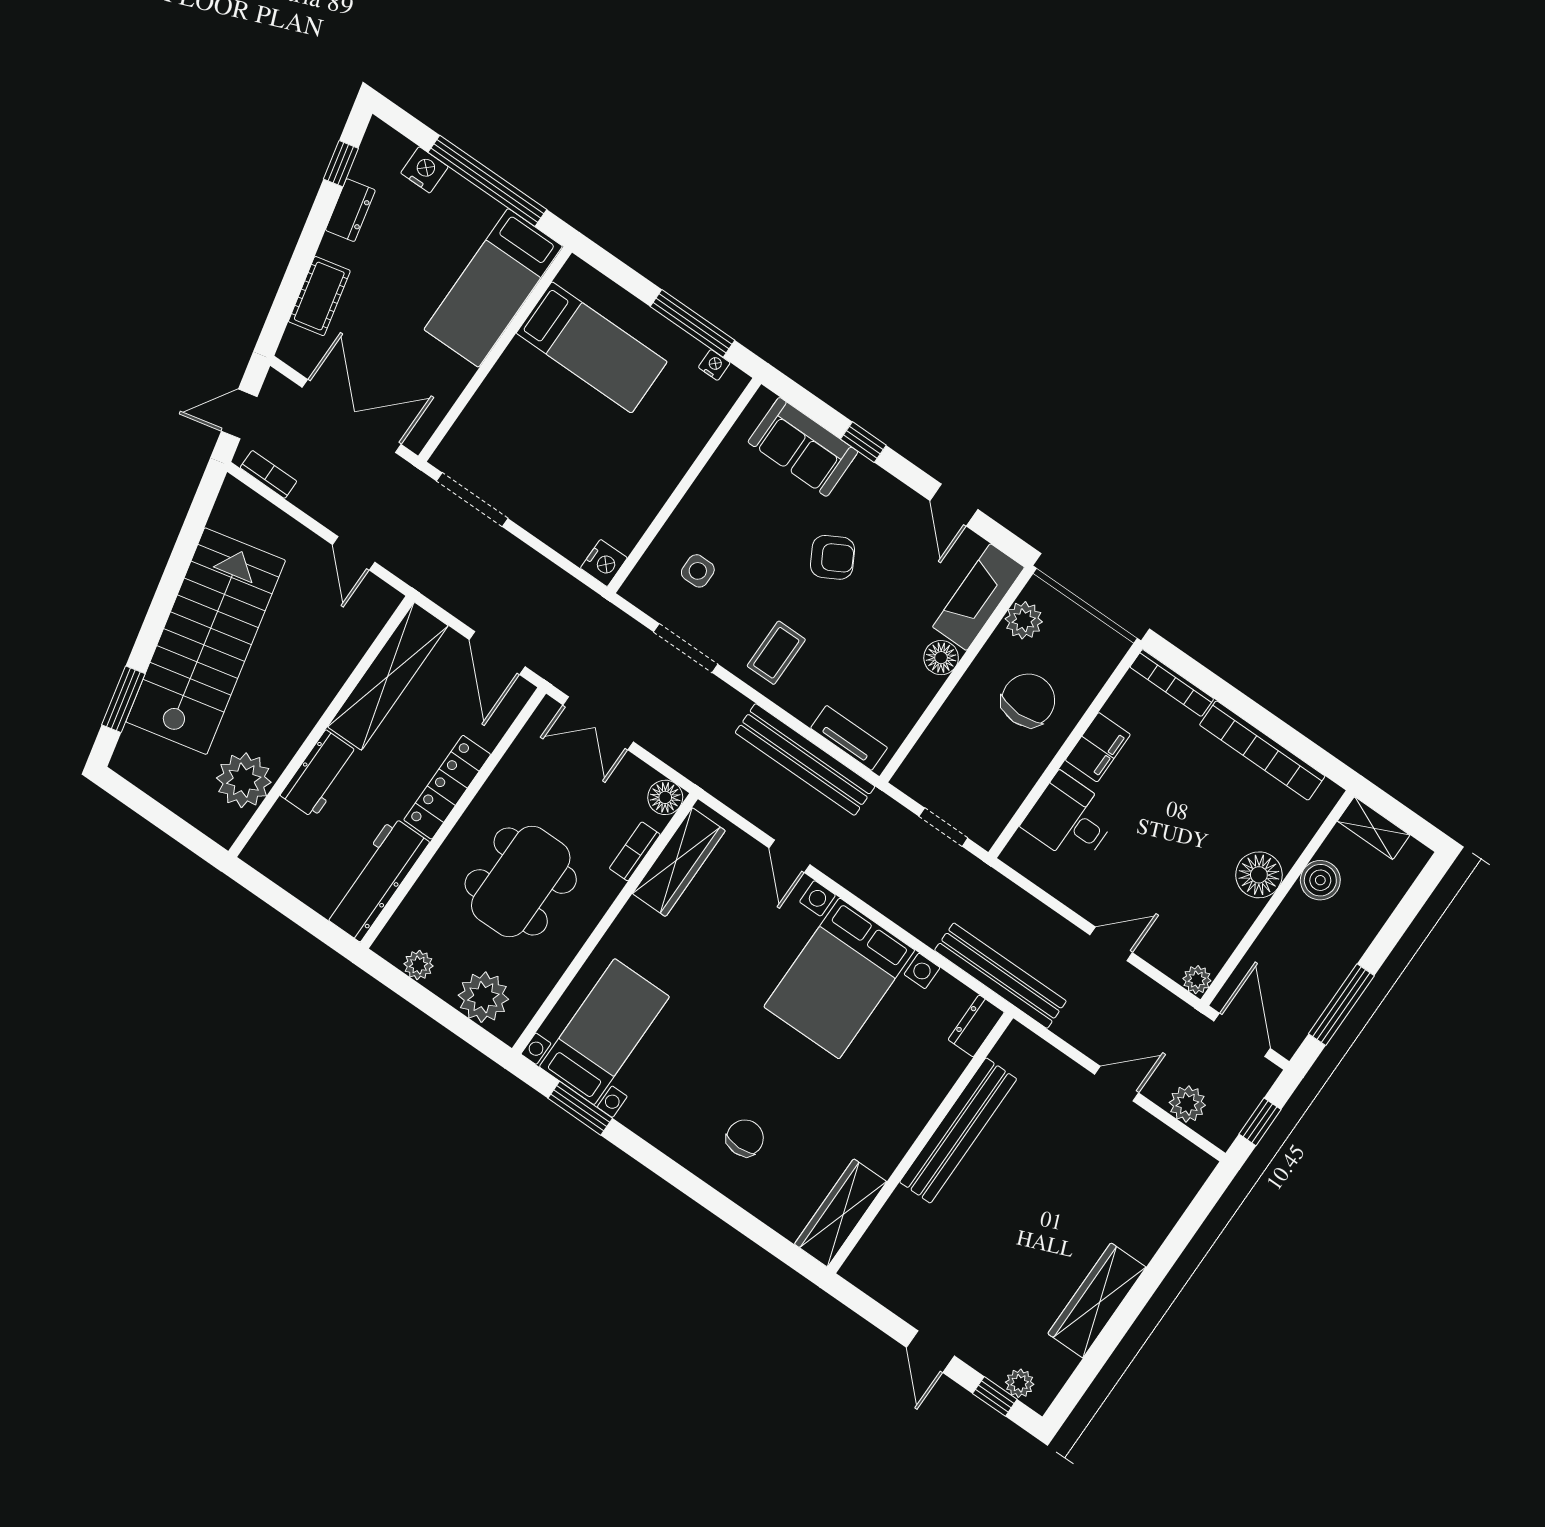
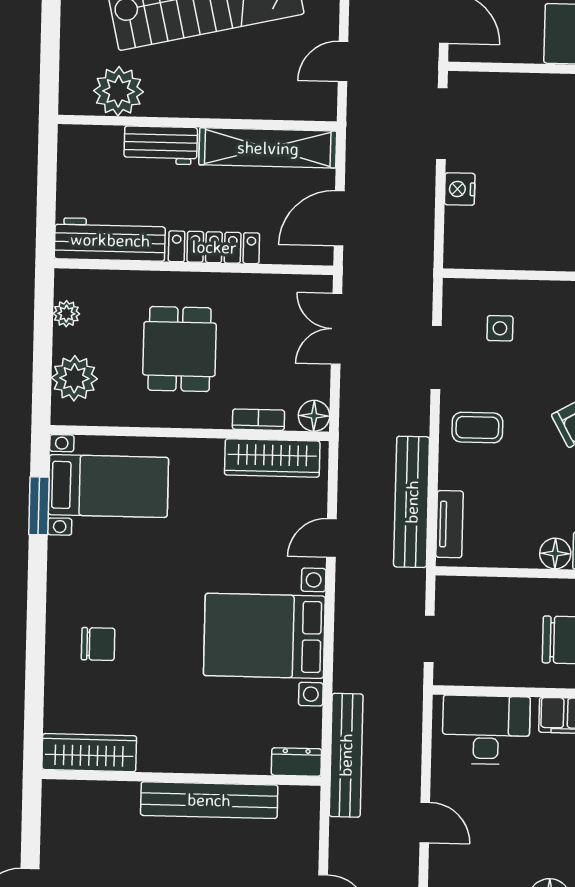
nightstand: (604, 563) -> (460, 189), moved, turned 90
desk: (1070, 819) -> (486, 730), width x1.37
dining table: (521, 882) -> (180, 349), width x0.73

